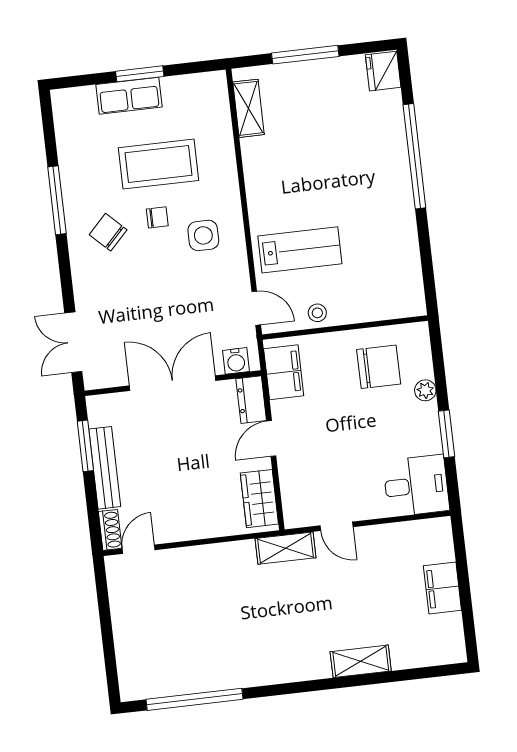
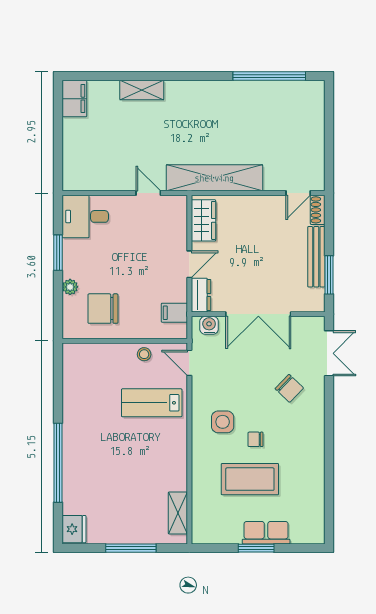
window: (57, 200) -> (329, 461), removed
chair: (108, 232) -> (289, 388), moved
filing cabinet: (284, 372) -> (174, 313), width x0.50
shelving: (286, 548) -> (214, 178), width x2.20, depth x1.33
filing cabinet: (442, 588) -> (74, 99), moved

